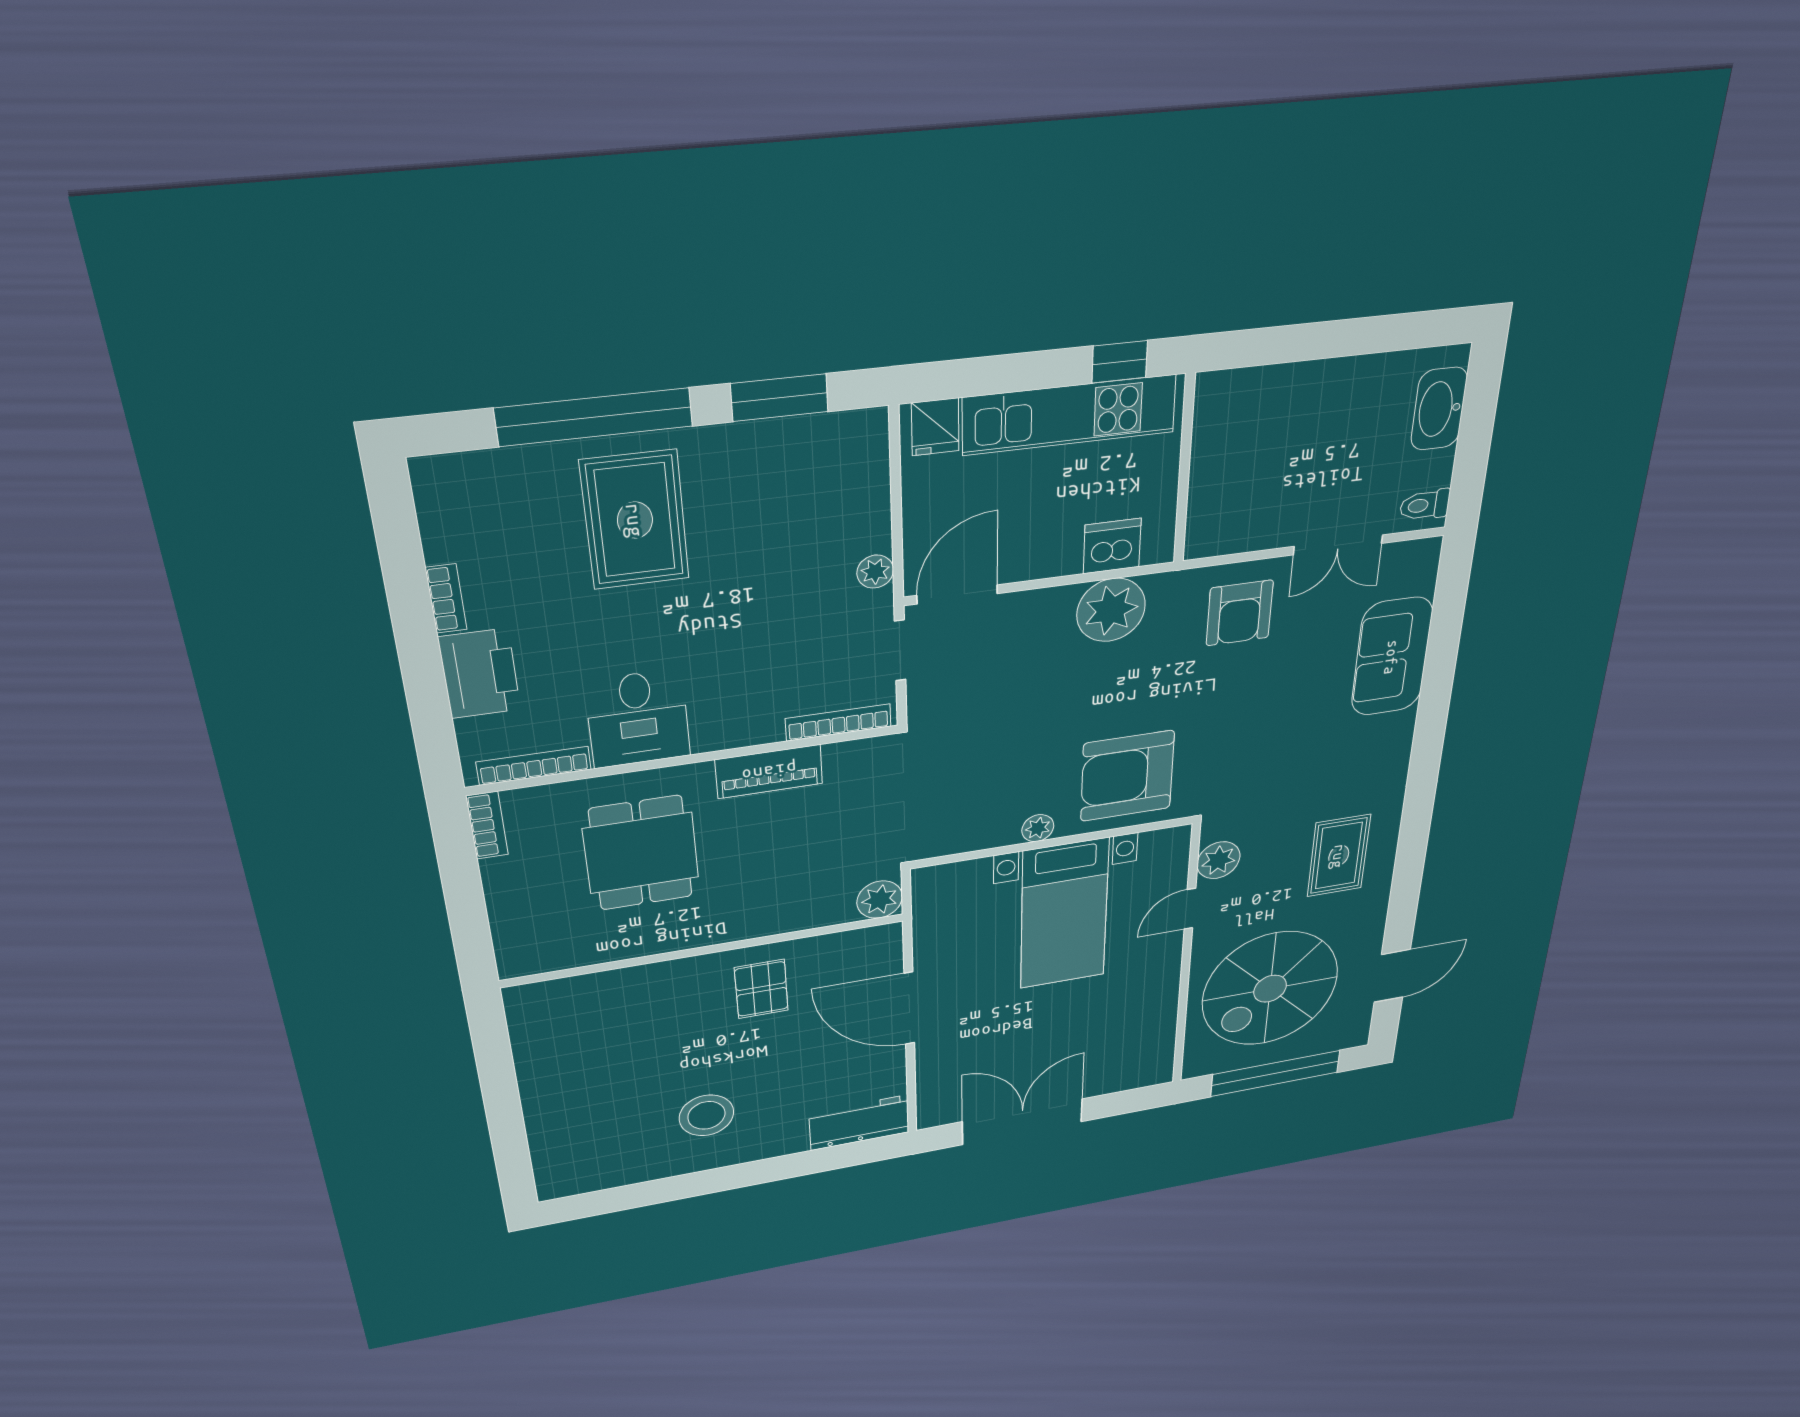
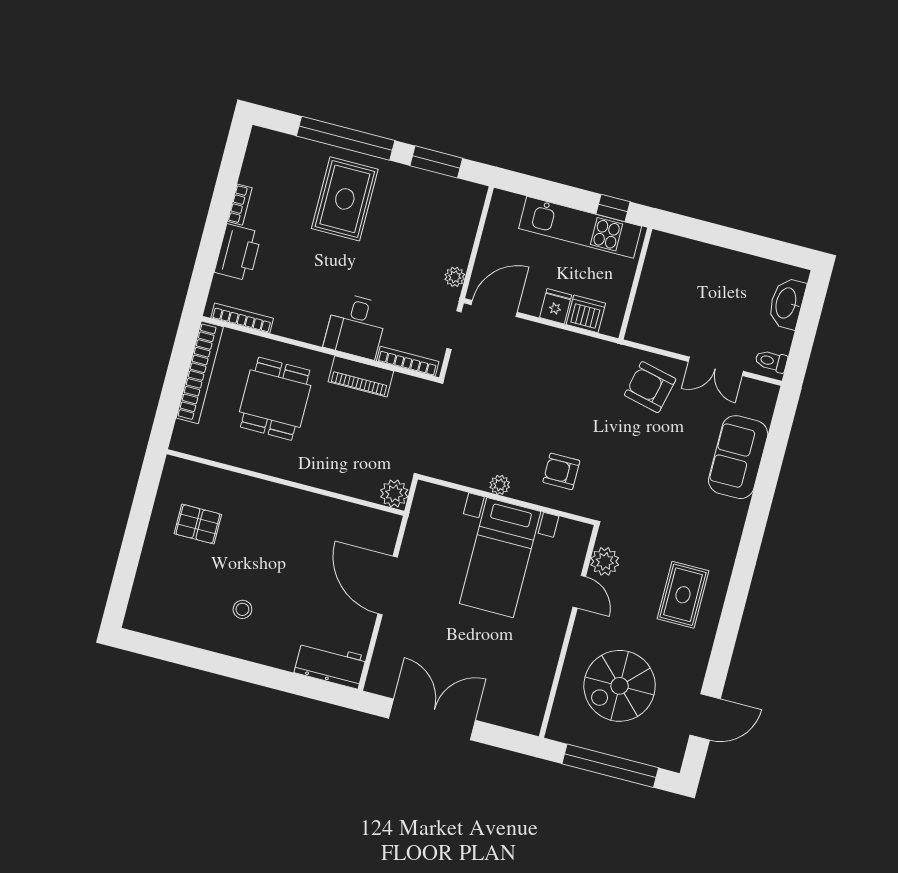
fridge: (935, 427) -> (556, 306), moved, turned 180
plant: (1111, 610) -> (576, 354), removed
armchair: (1240, 613) -> (650, 387), turned 103
desk: (638, 719) -> (356, 326), moved
armchair: (1127, 776) -> (561, 471), width x0.53, depth x0.53
bookcase: (487, 825) -> (200, 372), width x2.31, depth x1.31
door: (1190, 909) -> (579, 592), swing flipped
pallet: (761, 989) -> (198, 524), moved, turned 90
spiral stairs: (1270, 989) -> (620, 686), width x0.73, depth x0.73
stool: (706, 1115) -> (242, 609), width x0.53, depth x0.53

